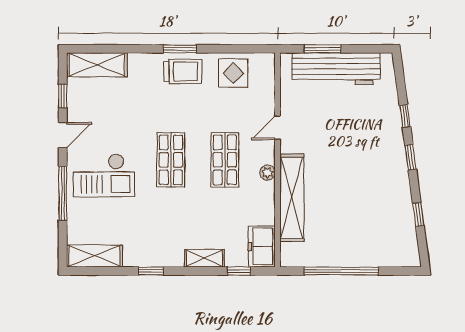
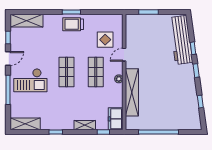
workbench: (336, 69) -> (181, 40), moved, turned 82
trolley: (183, 71) -> (73, 24), turned 180
display table: (233, 73) -> (105, 40), moved

